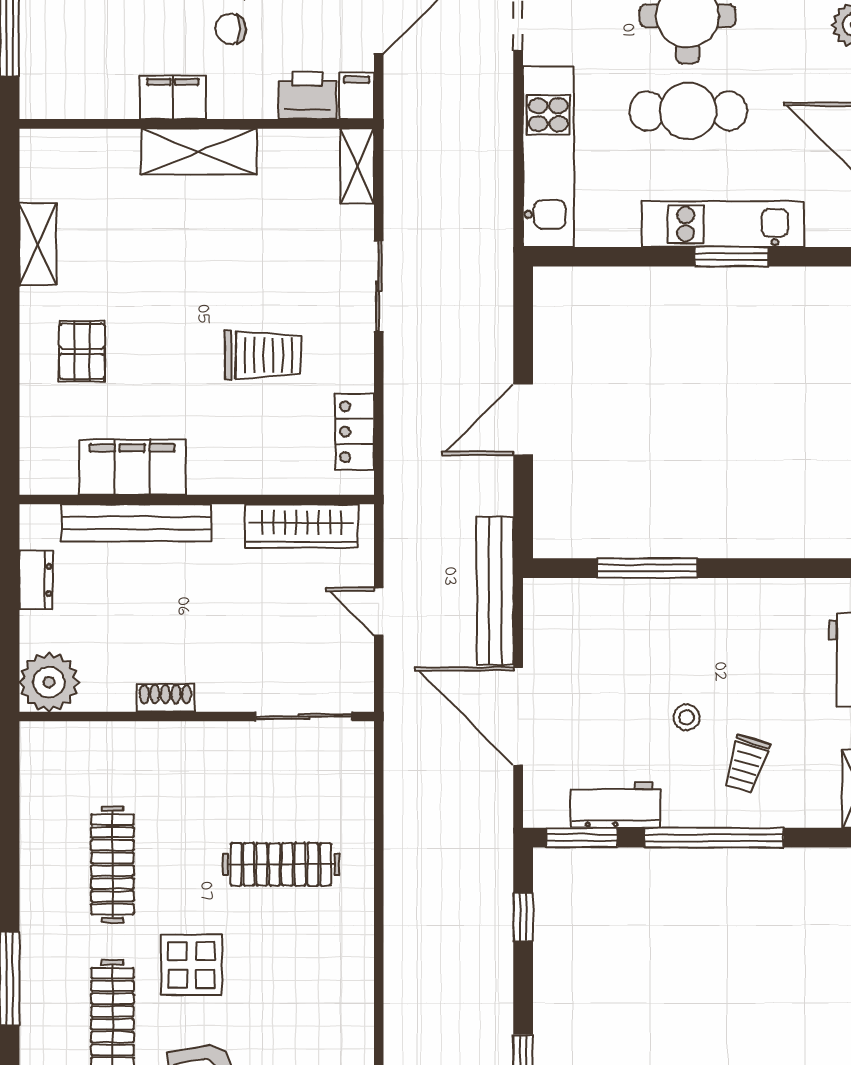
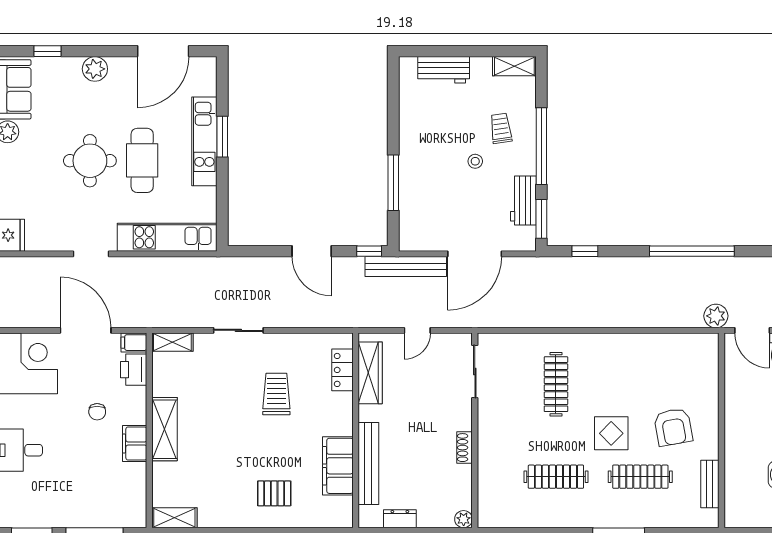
shelving: (38, 244) -> (174, 518), moved
locker: (355, 432) -> (342, 370), moved, turned 90
window: (523, 524) -> (369, 251), added
plant: (49, 682) -> (464, 519), width x0.53, depth x0.53
trolley: (747, 764) -> (501, 128), turned -115

